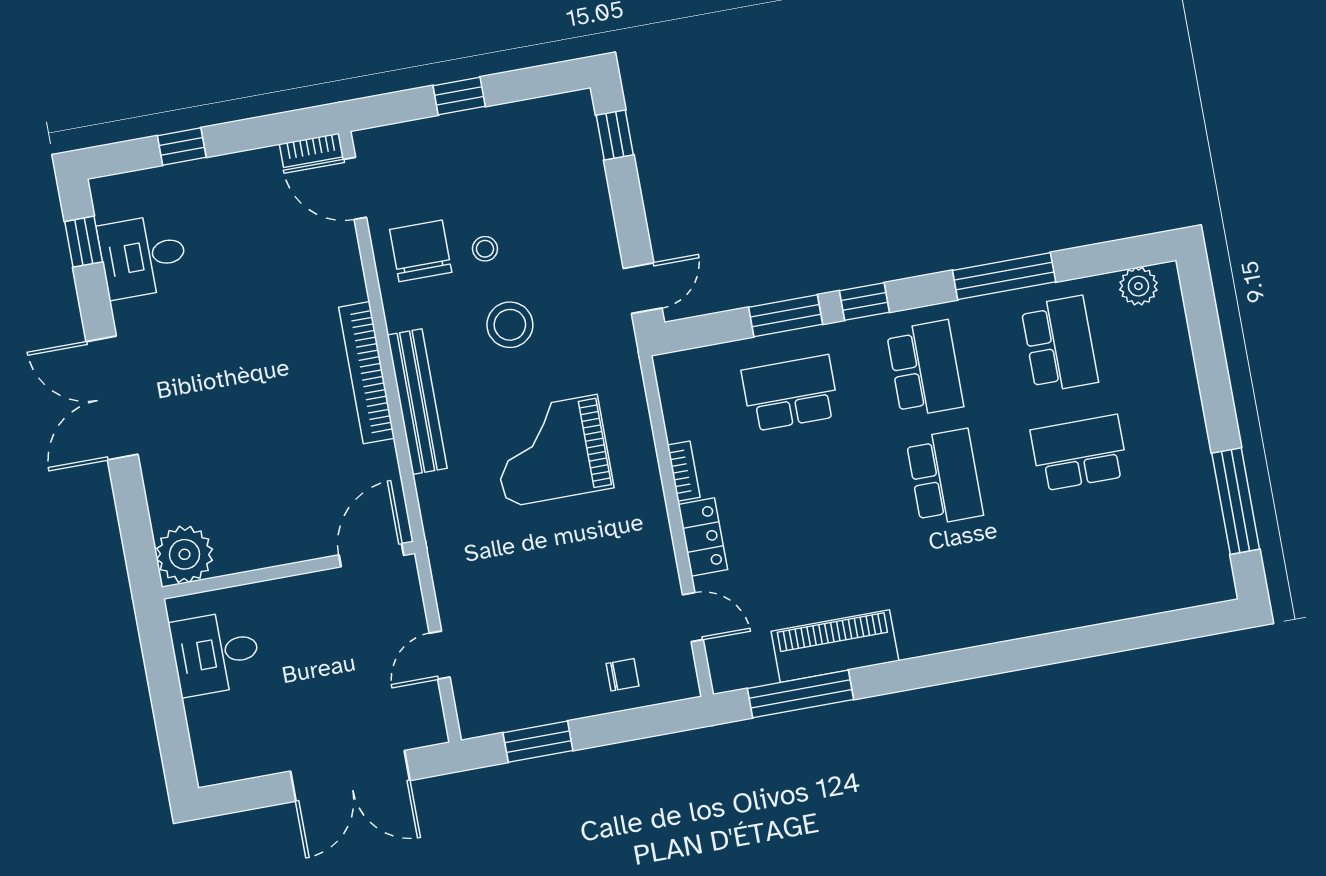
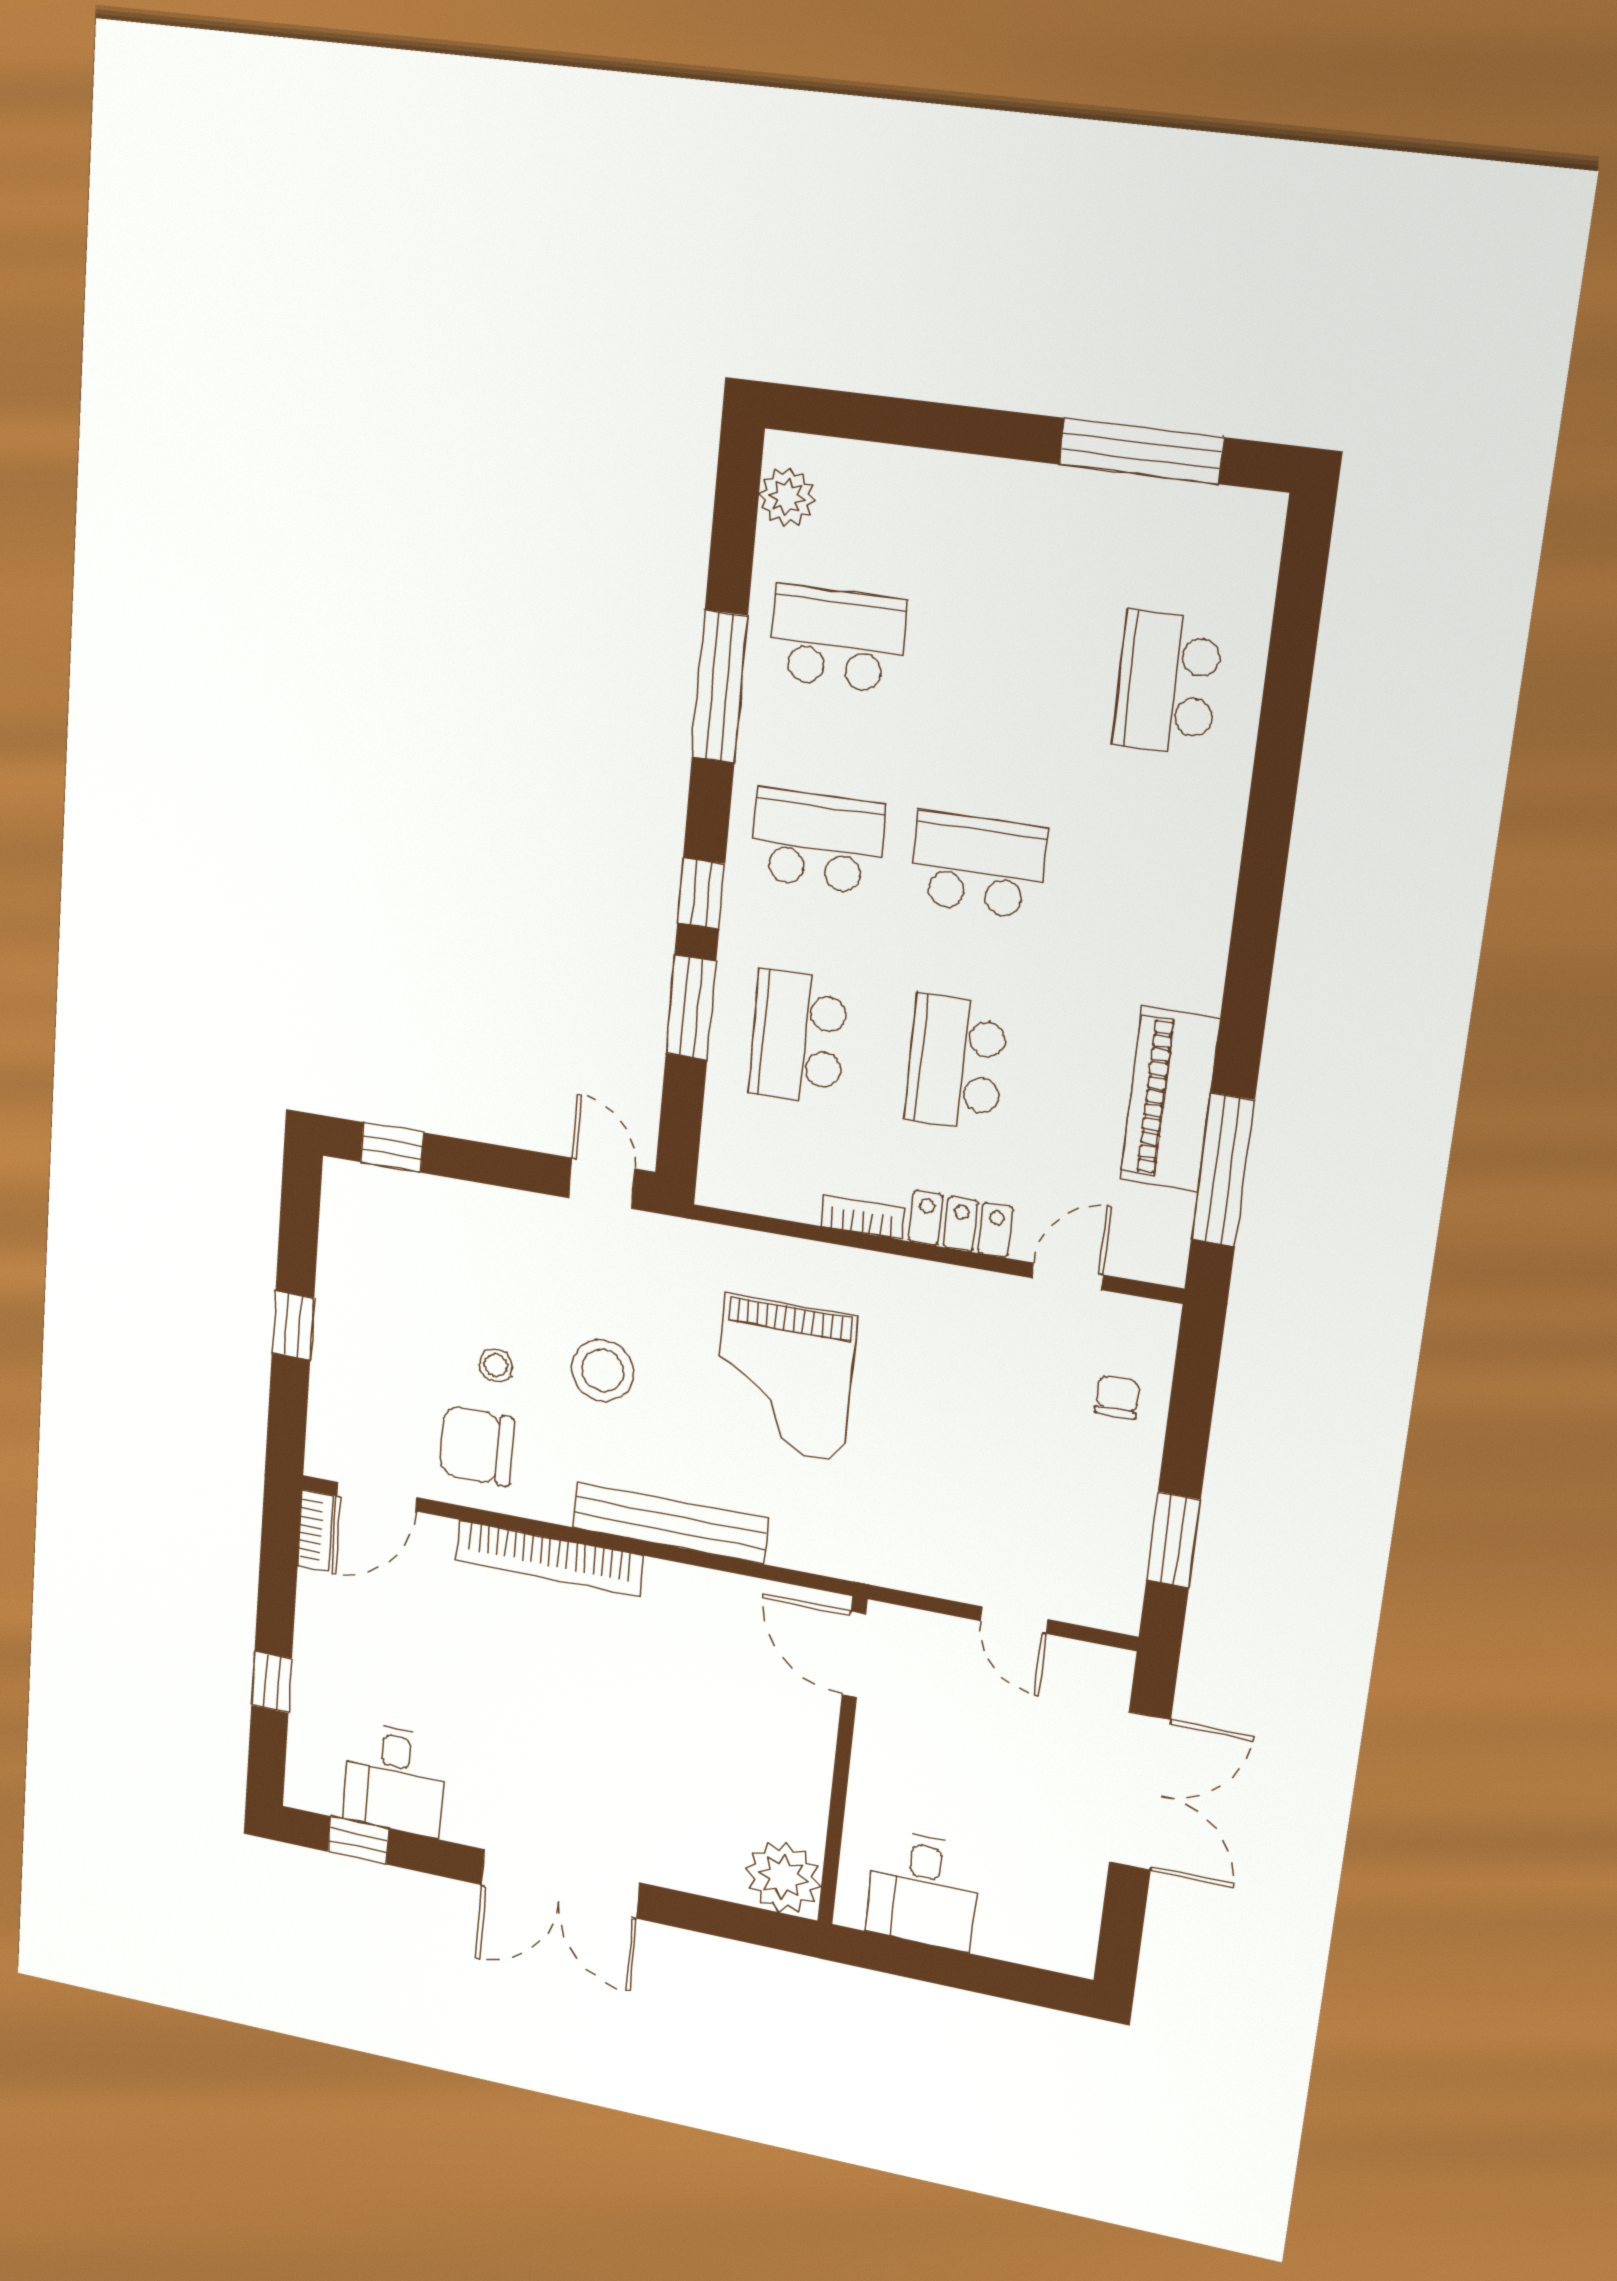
bookcase: (367, 373) -> (549, 1558), moved
school desk: (1079, 453) -> (1167, 683), moved
school desk: (810, 502) -> (956, 1063), added

